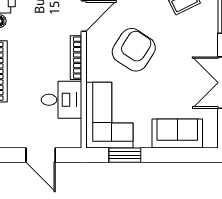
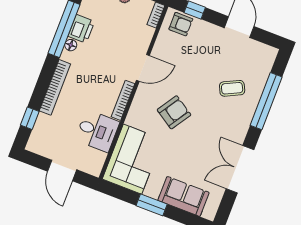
armchair: (134, 50) -> (174, 112), width x0.73, depth x0.73
window: (125, 155) -> (152, 205), moved

